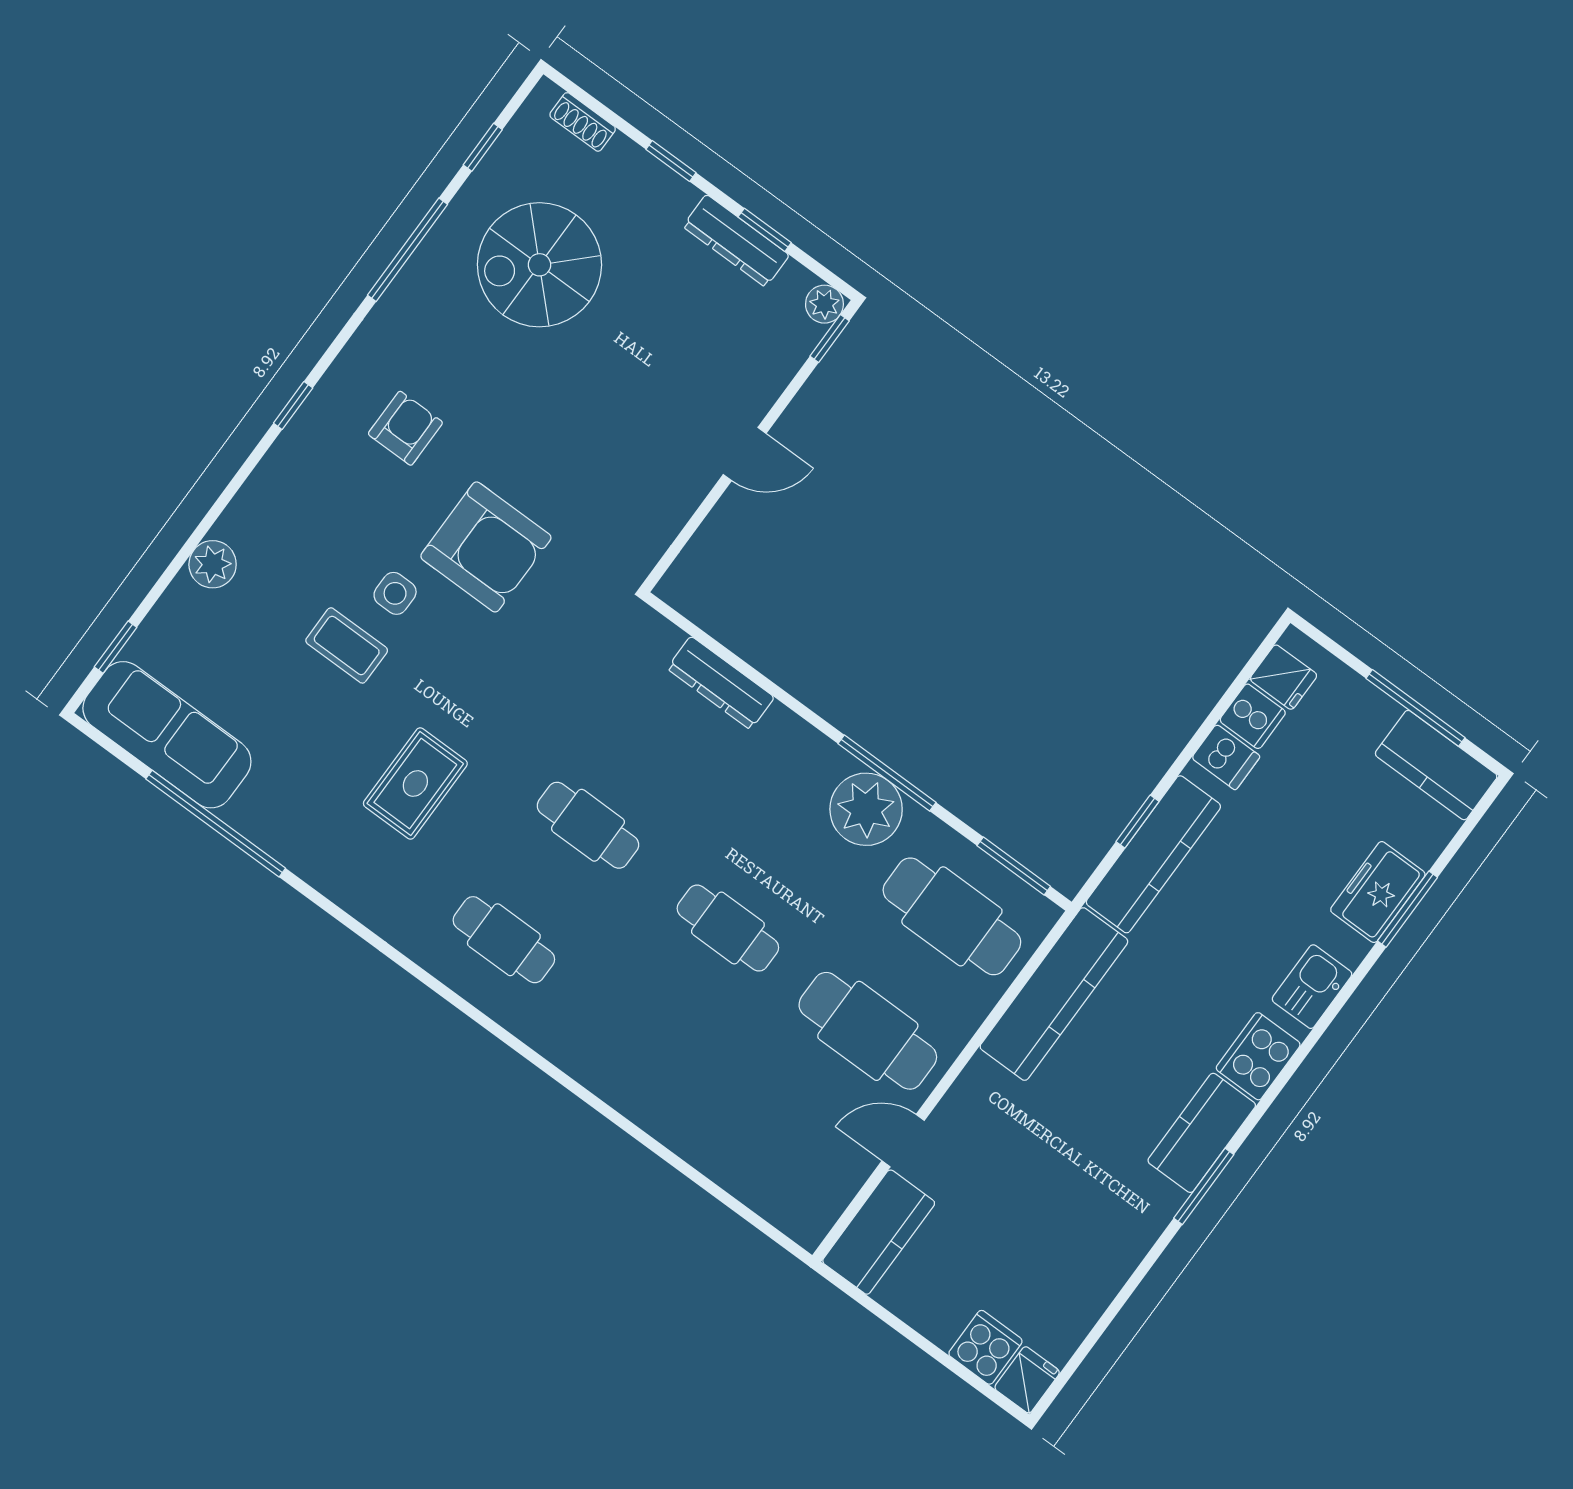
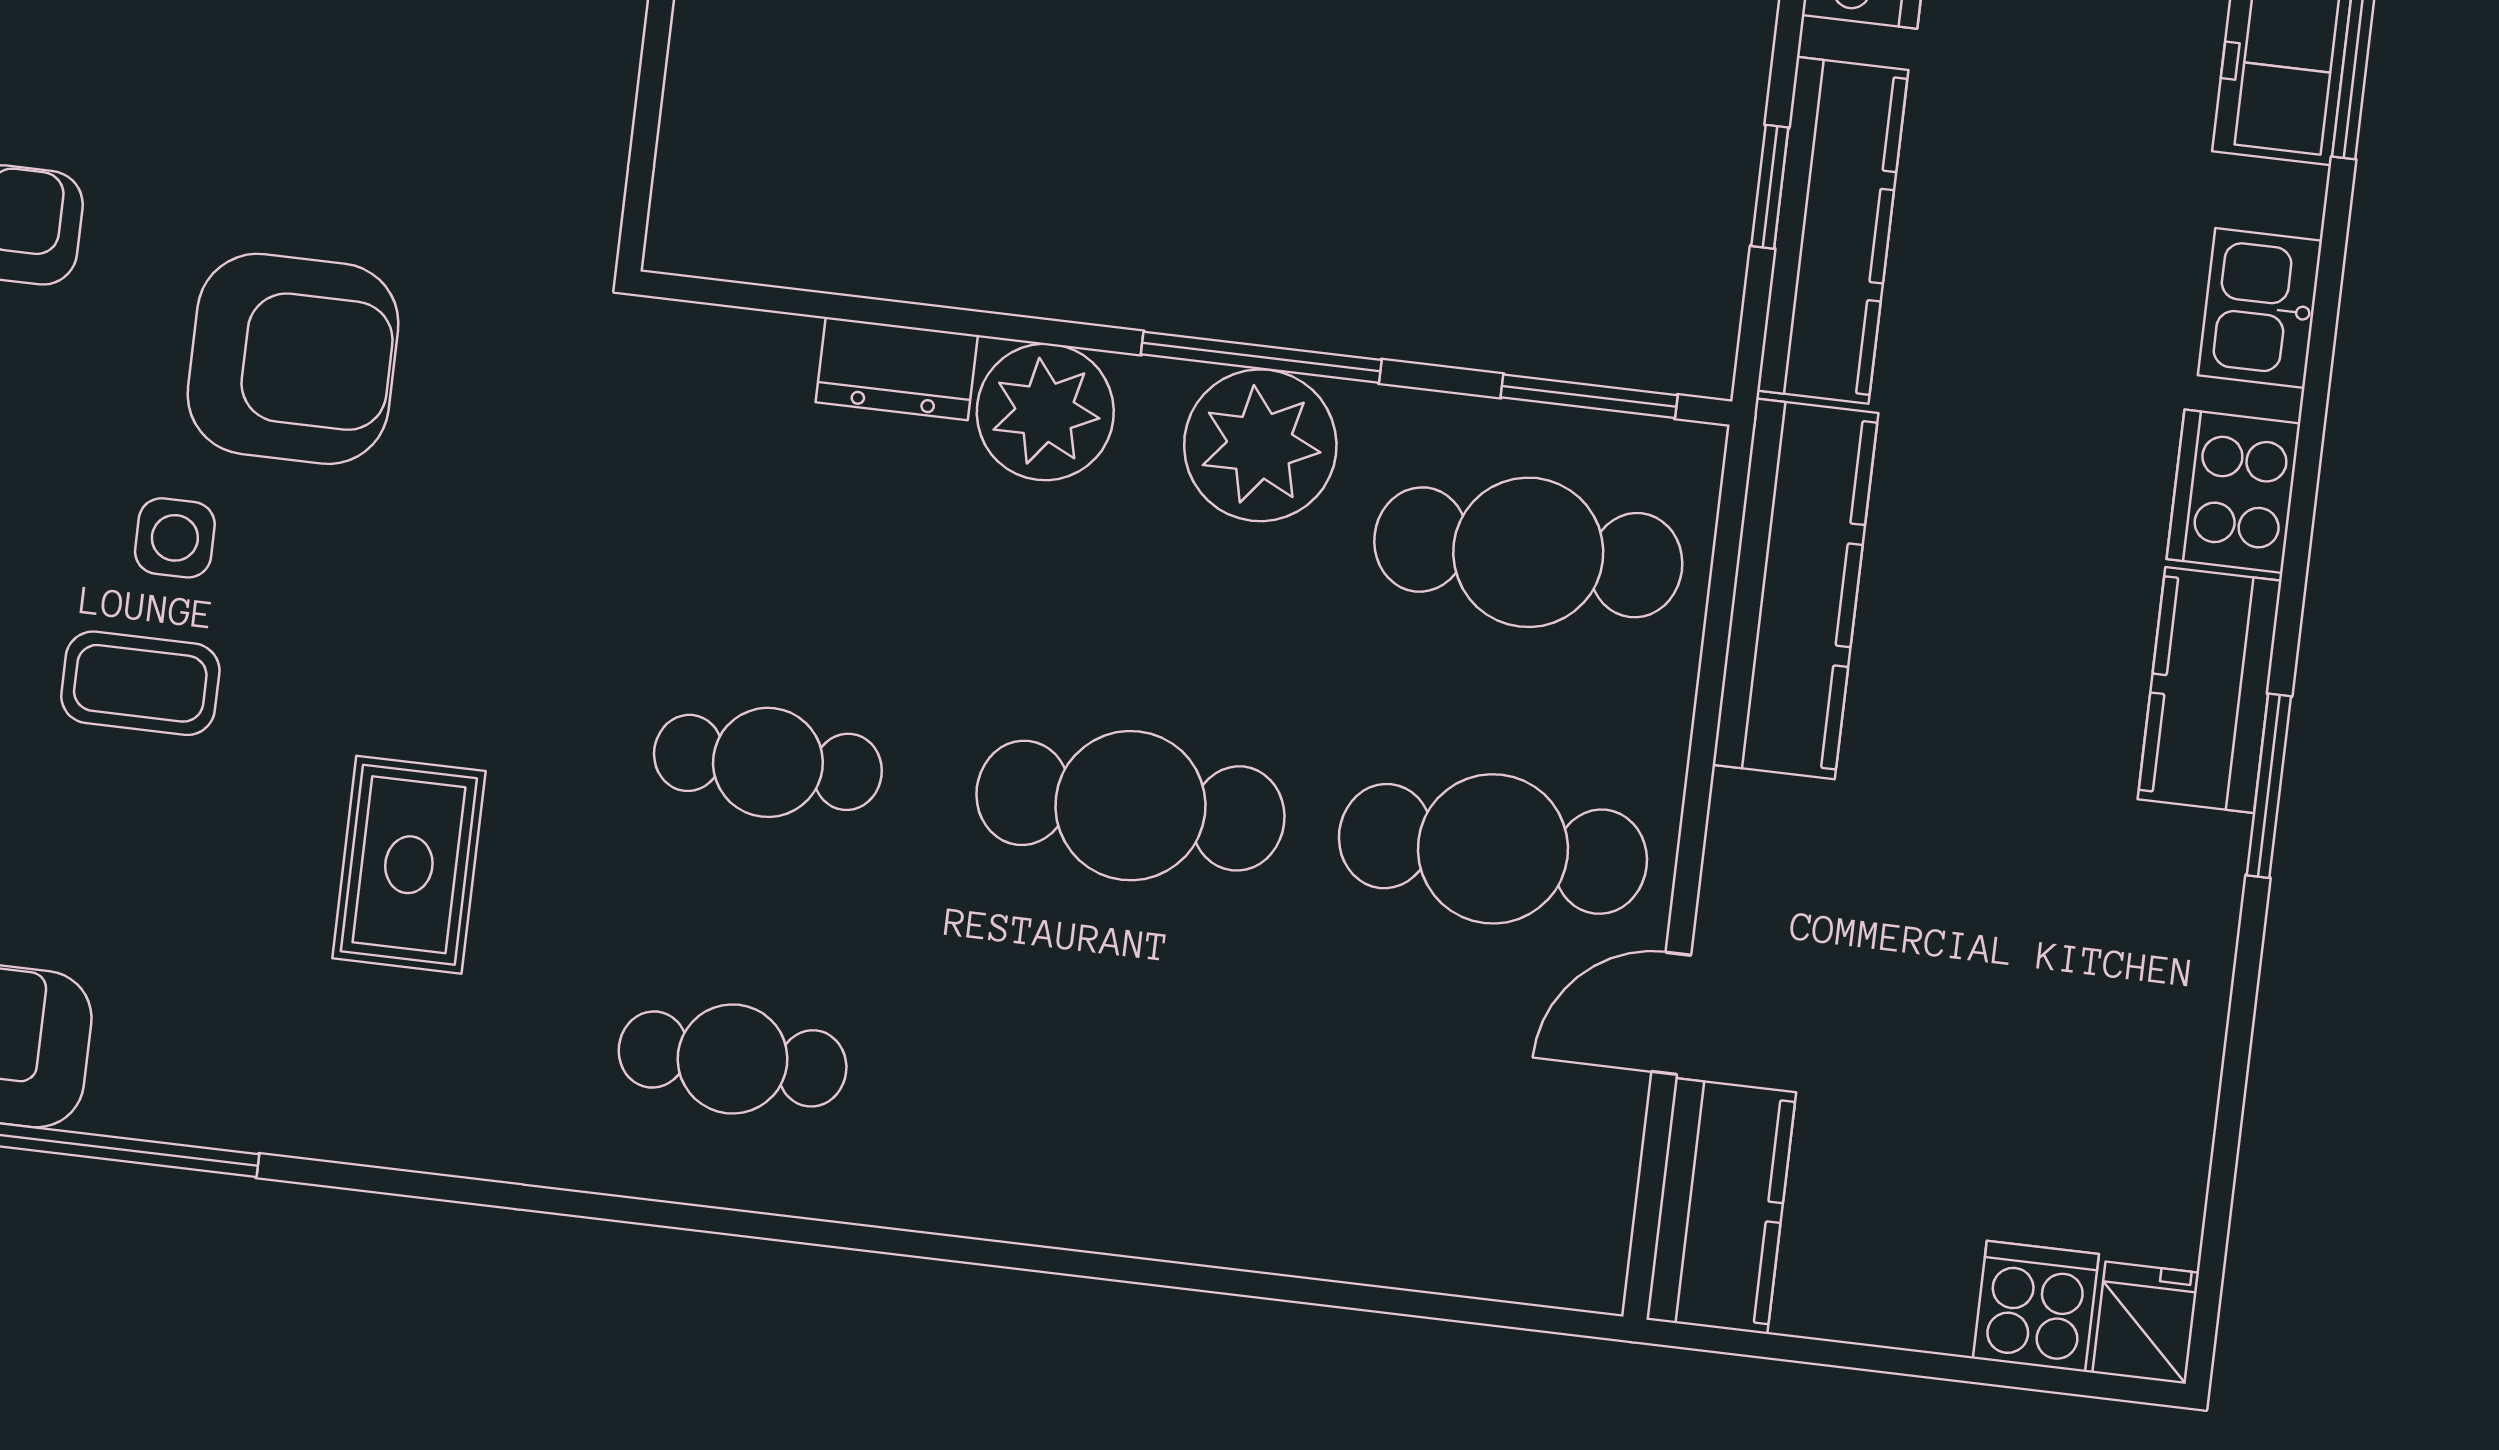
dresser: (721, 683) -> (897, 369), width x0.70
plant: (785, 745) -> (1045, 412), added
cafe table: (728, 928) -> (1130, 806), width x1.37, depth x1.35

